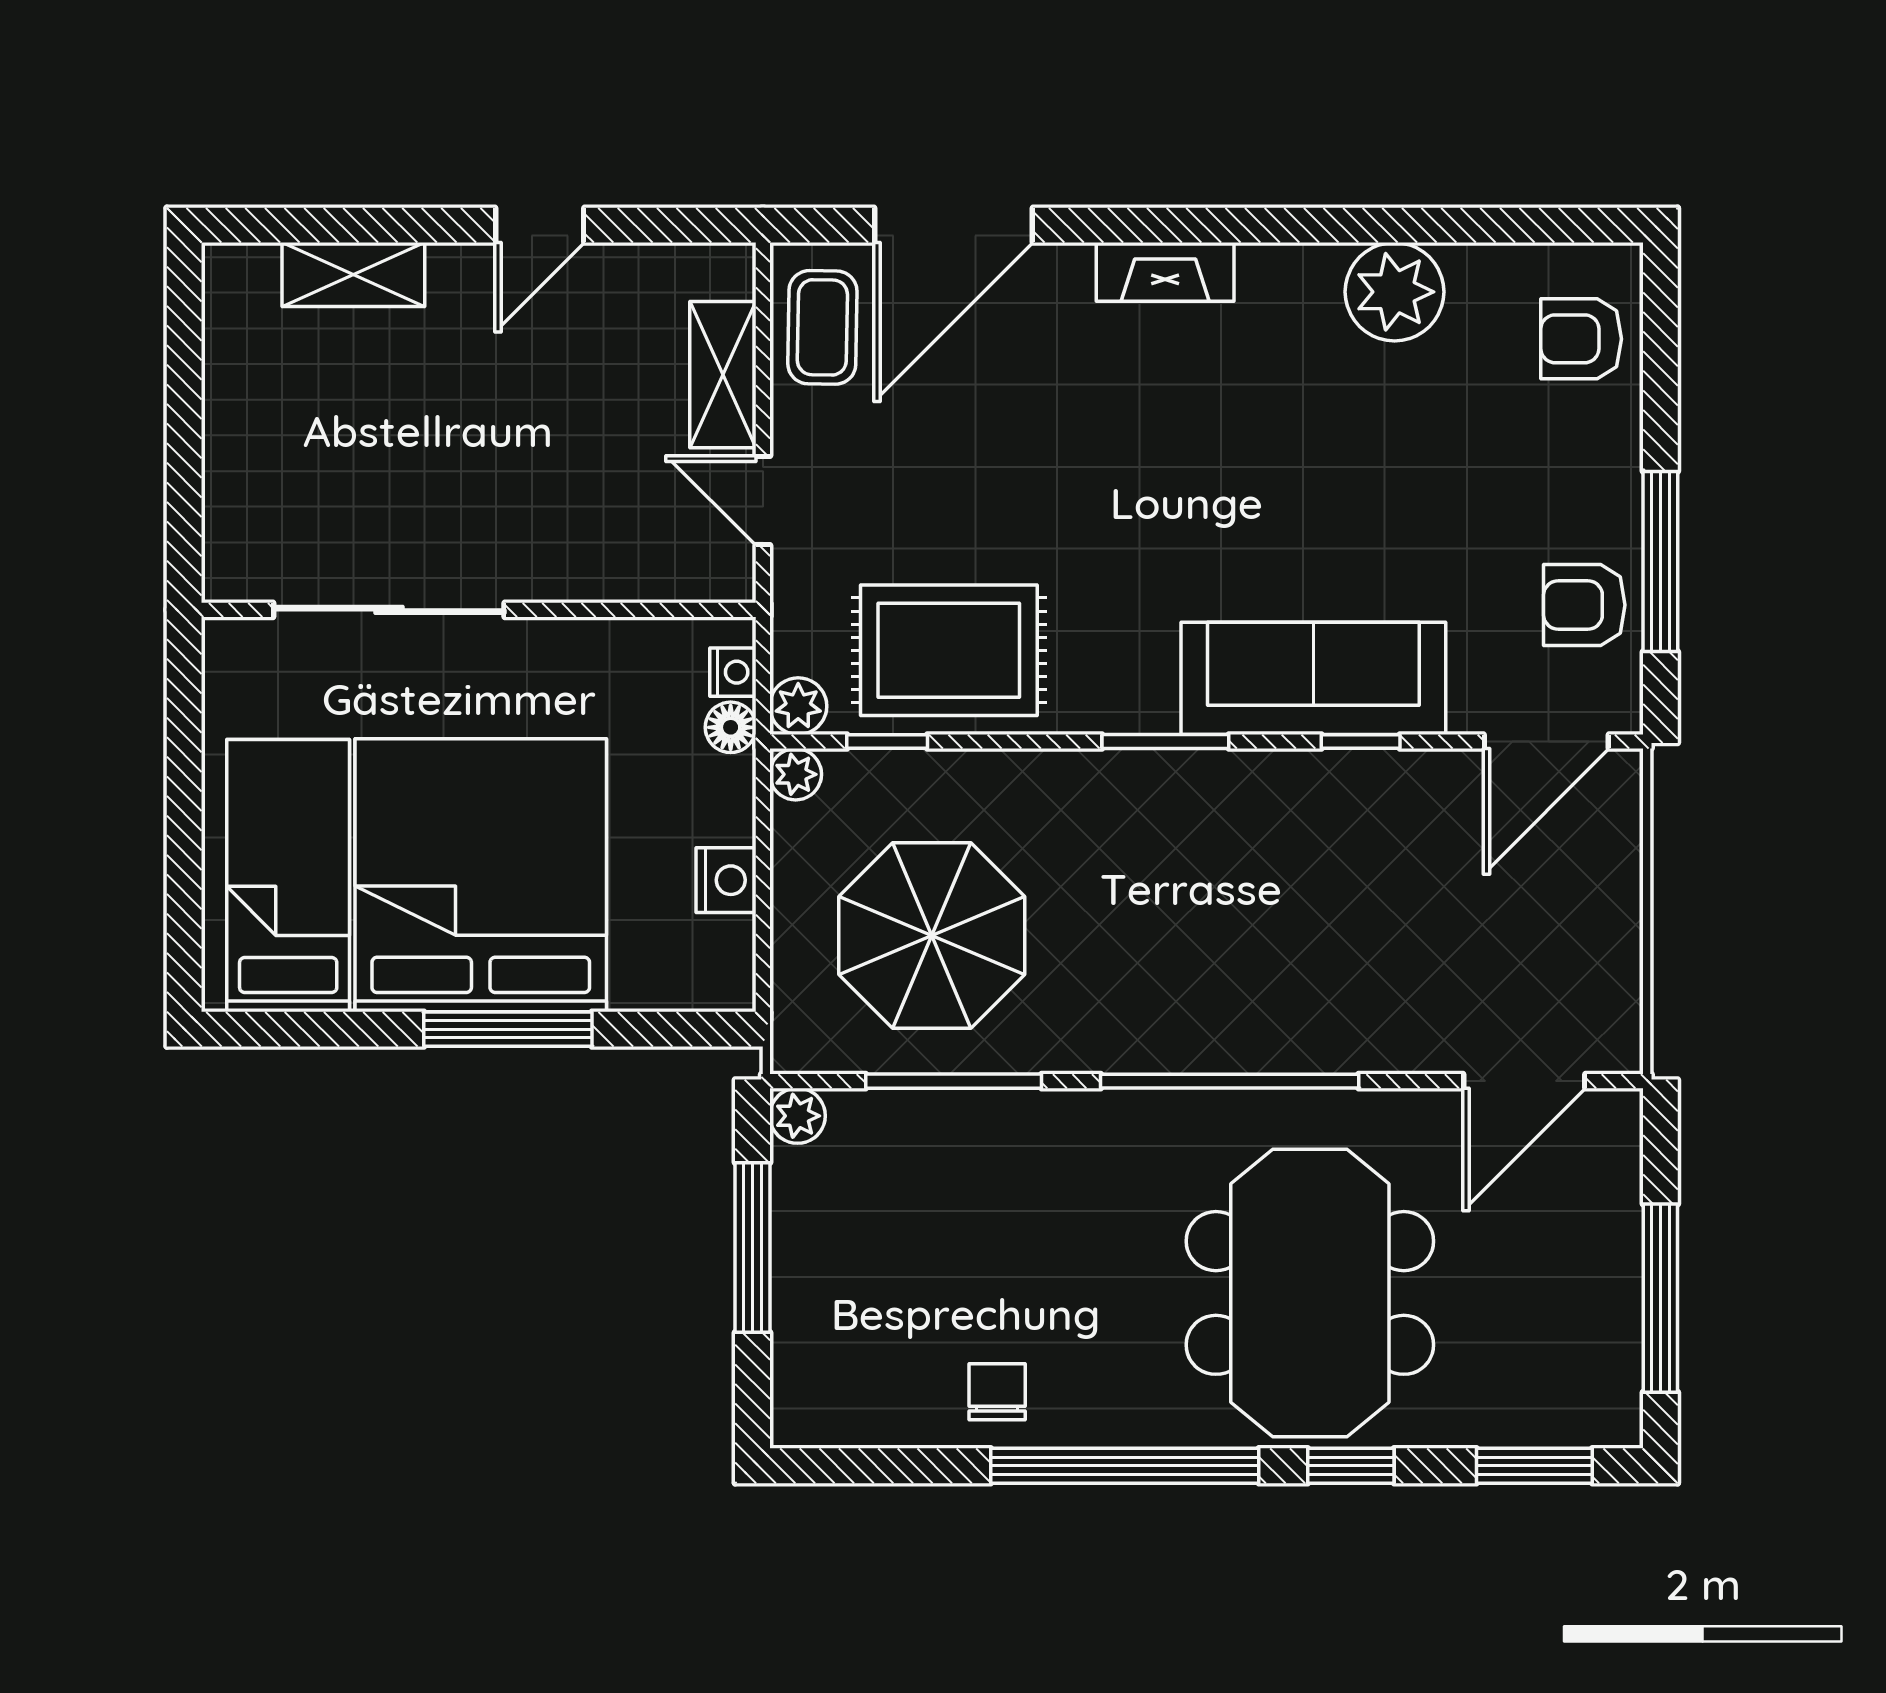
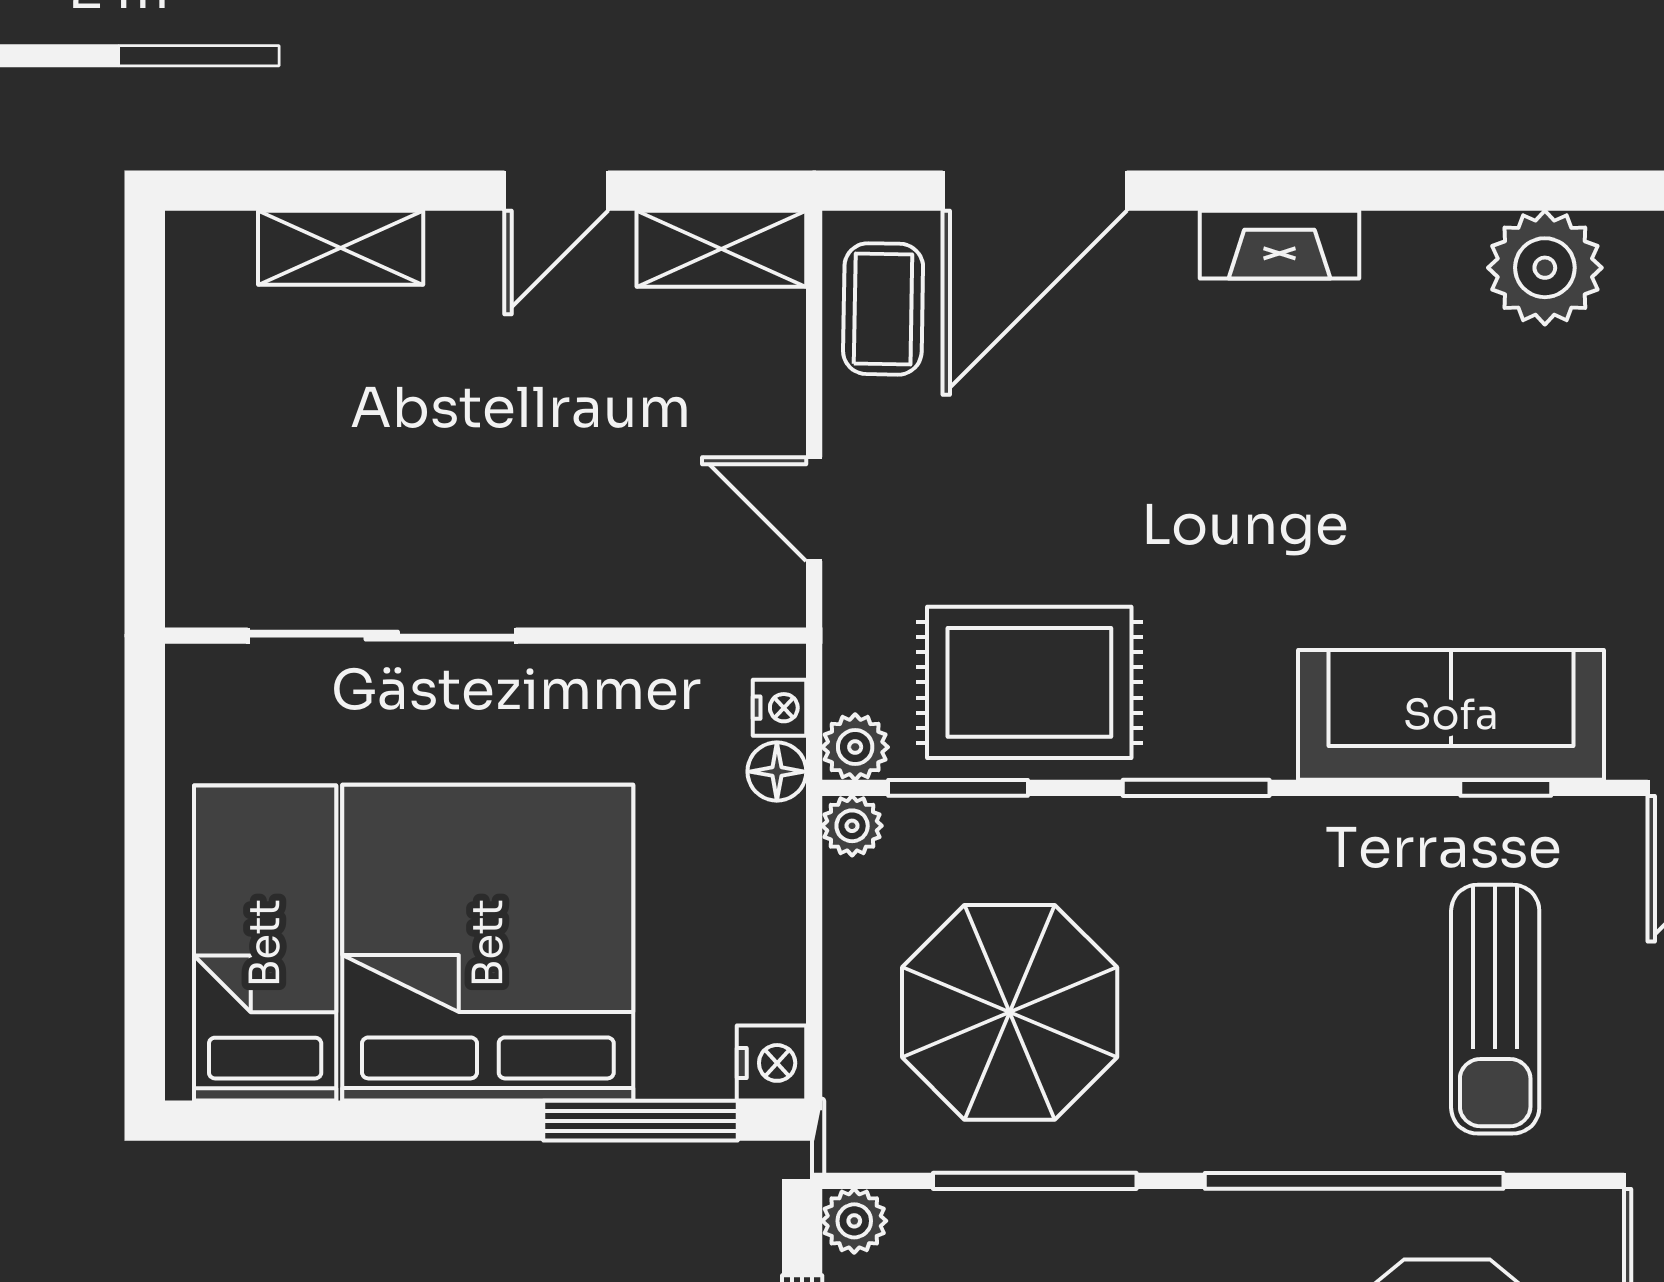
shelving: (723, 375) -> (721, 249), moved, turned 90
window: (887, 742) -> (958, 788), width x1.50
window: (1165, 742) -> (1196, 788), moved
nightstand: (726, 880) -> (772, 1063), moved
sun lounger: (1352, 933) -> (1495, 1009), added
window: (508, 1029) -> (641, 1121), moved

